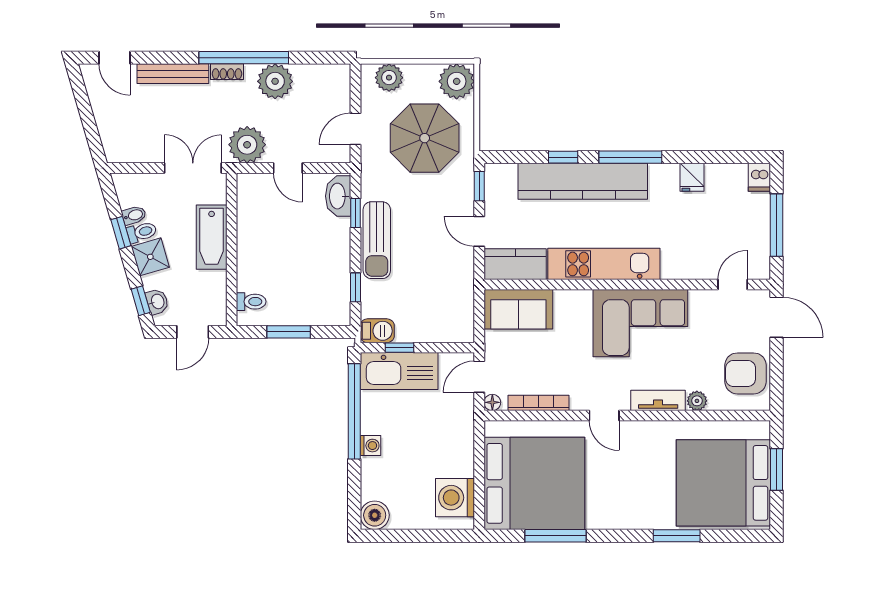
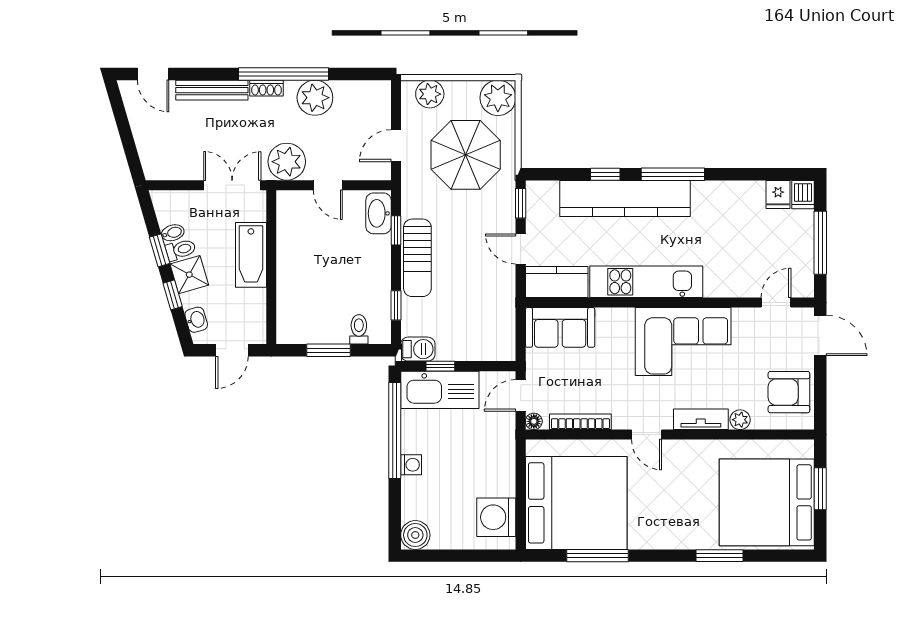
fridge: (692, 177) -> (778, 194), moved
window: (141, 301) -> (173, 295), moved
toilet: (251, 302) -> (359, 329), moved, turned -90

